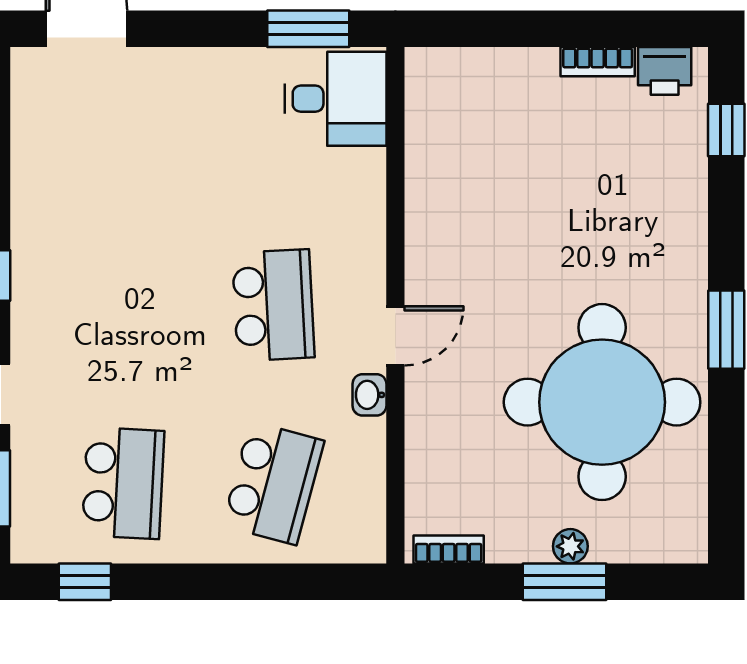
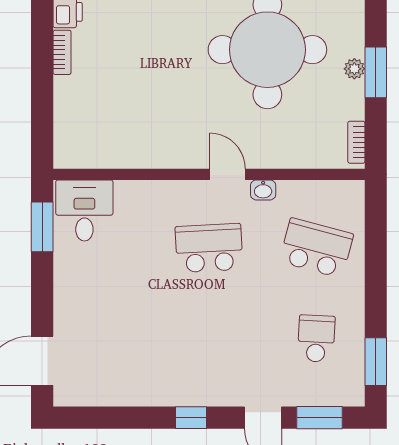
school desk: (123, 483) -> (316, 339), width x0.54
window: (85, 582) -> (376, 362), width x1.50

